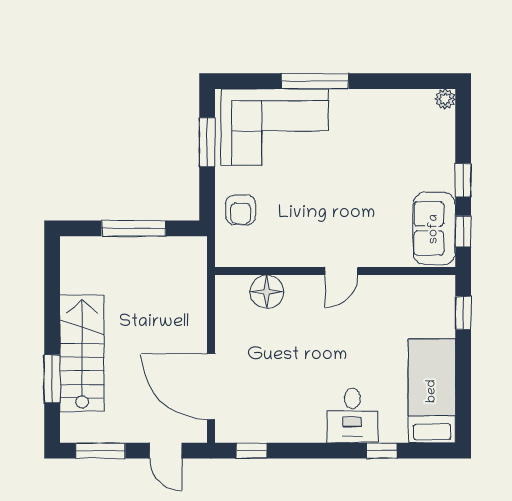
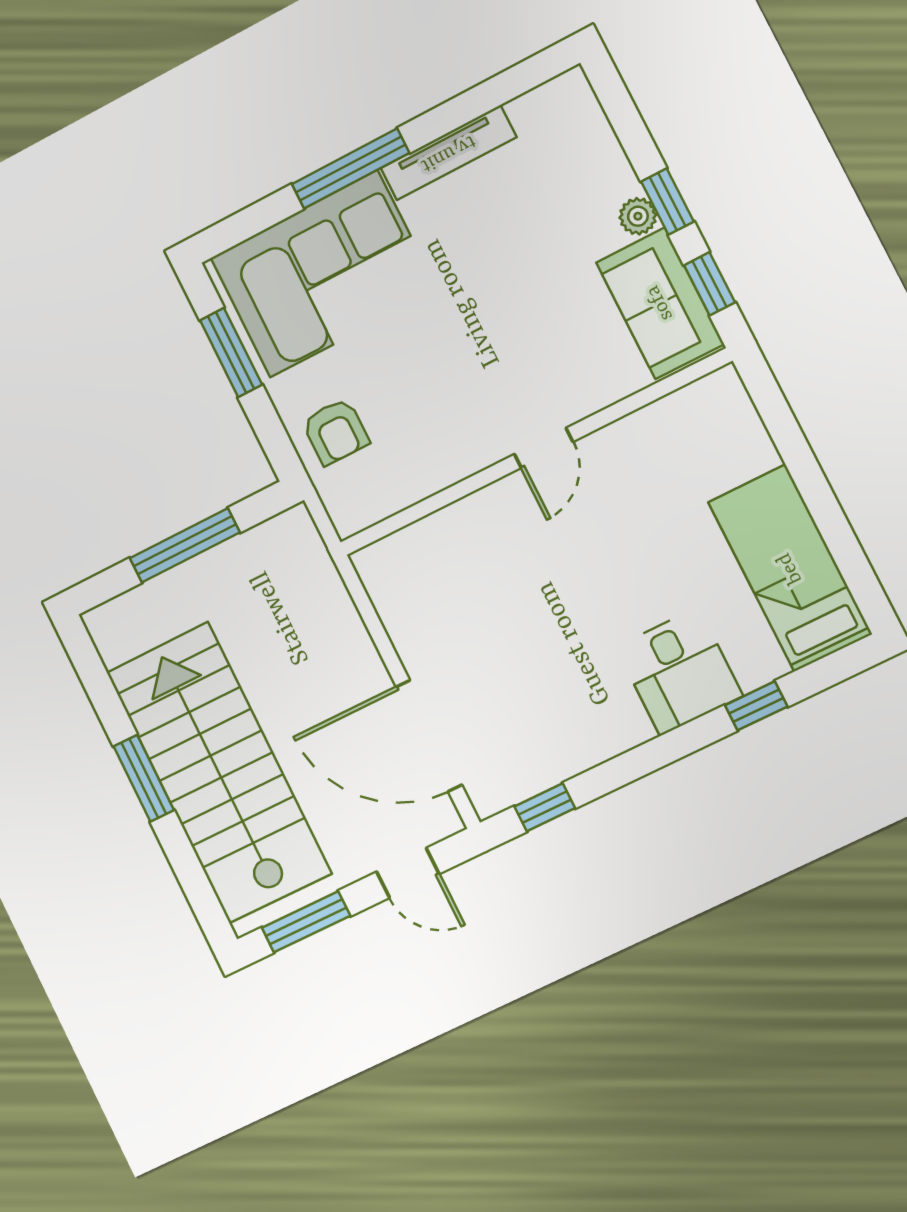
tv unit: (368, 99) -> (448, 153), added
plant: (445, 99) -> (638, 216), moved
floor lamp: (267, 292) -> (441, 540), removed
window: (463, 313) -> (777, 416), removed
stairs: (82, 353) -> (219, 772), width x1.36, depth x1.51
window: (52, 379) -> (144, 778), moved

